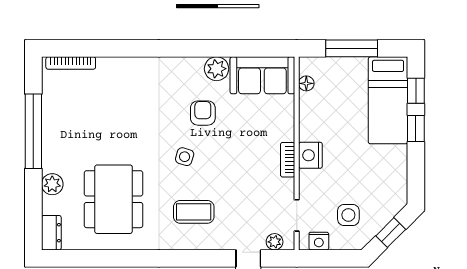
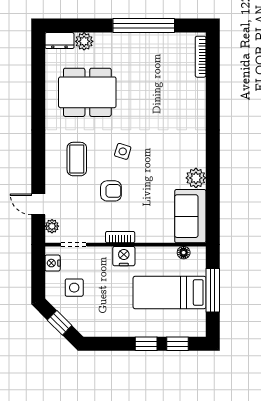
bed: (388, 100) -> (170, 292), moved
armchair: (203, 113) -> (111, 191), moved
plant: (52, 184) -> (84, 41), moved

